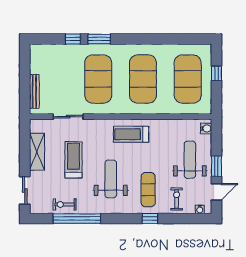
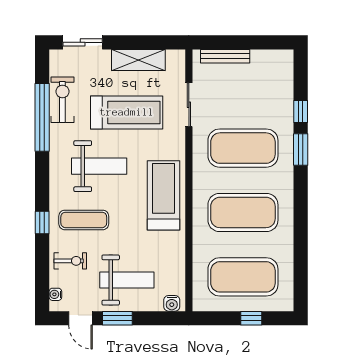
treadmill: (131, 134) -> (163, 195), width x1.37, depth x1.38
treadmill: (73, 160) -> (127, 112), width x1.37, depth x1.38
exercise bike: (65, 204) -> (62, 100), width x1.38, depth x1.39

